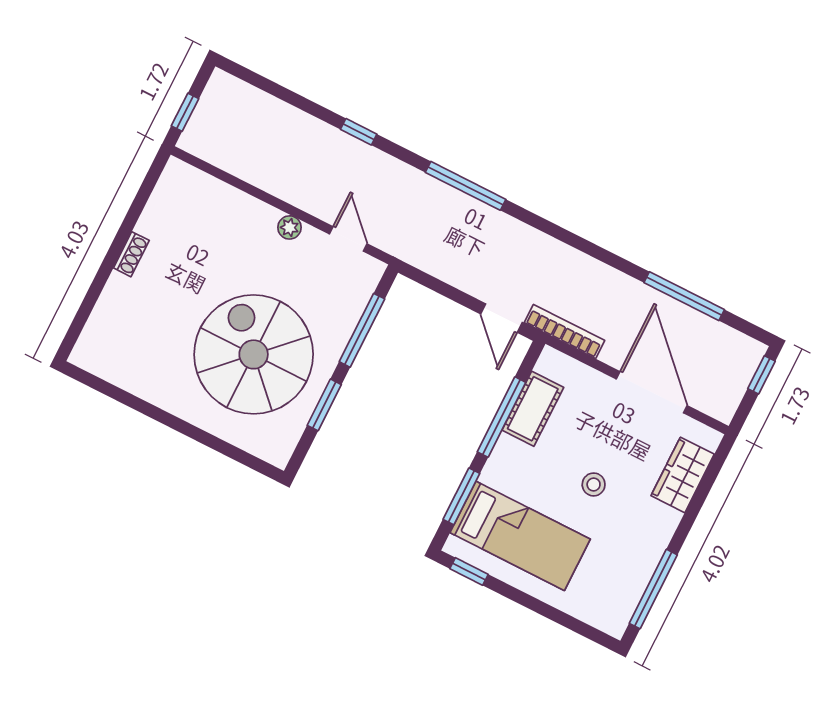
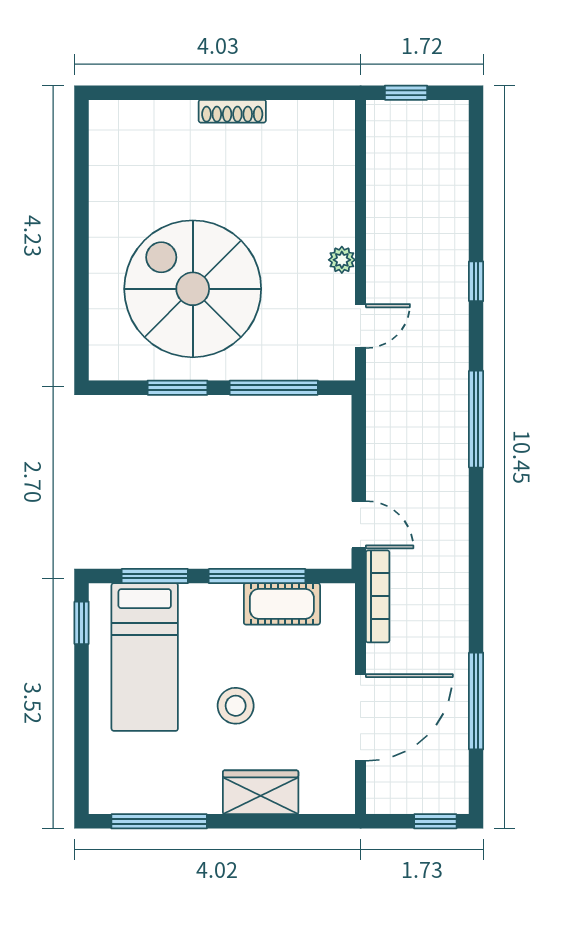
shoe rack: (131, 254) -> (232, 111), width x1.43
door: (502, 318) -> (359, 525), swing flipped
spiral stairs: (254, 354) -> (193, 289), turned -90
wardrobe: (683, 475) -> (261, 792), moved
stool: (594, 484) -> (236, 706), width x1.37, depth x1.37

